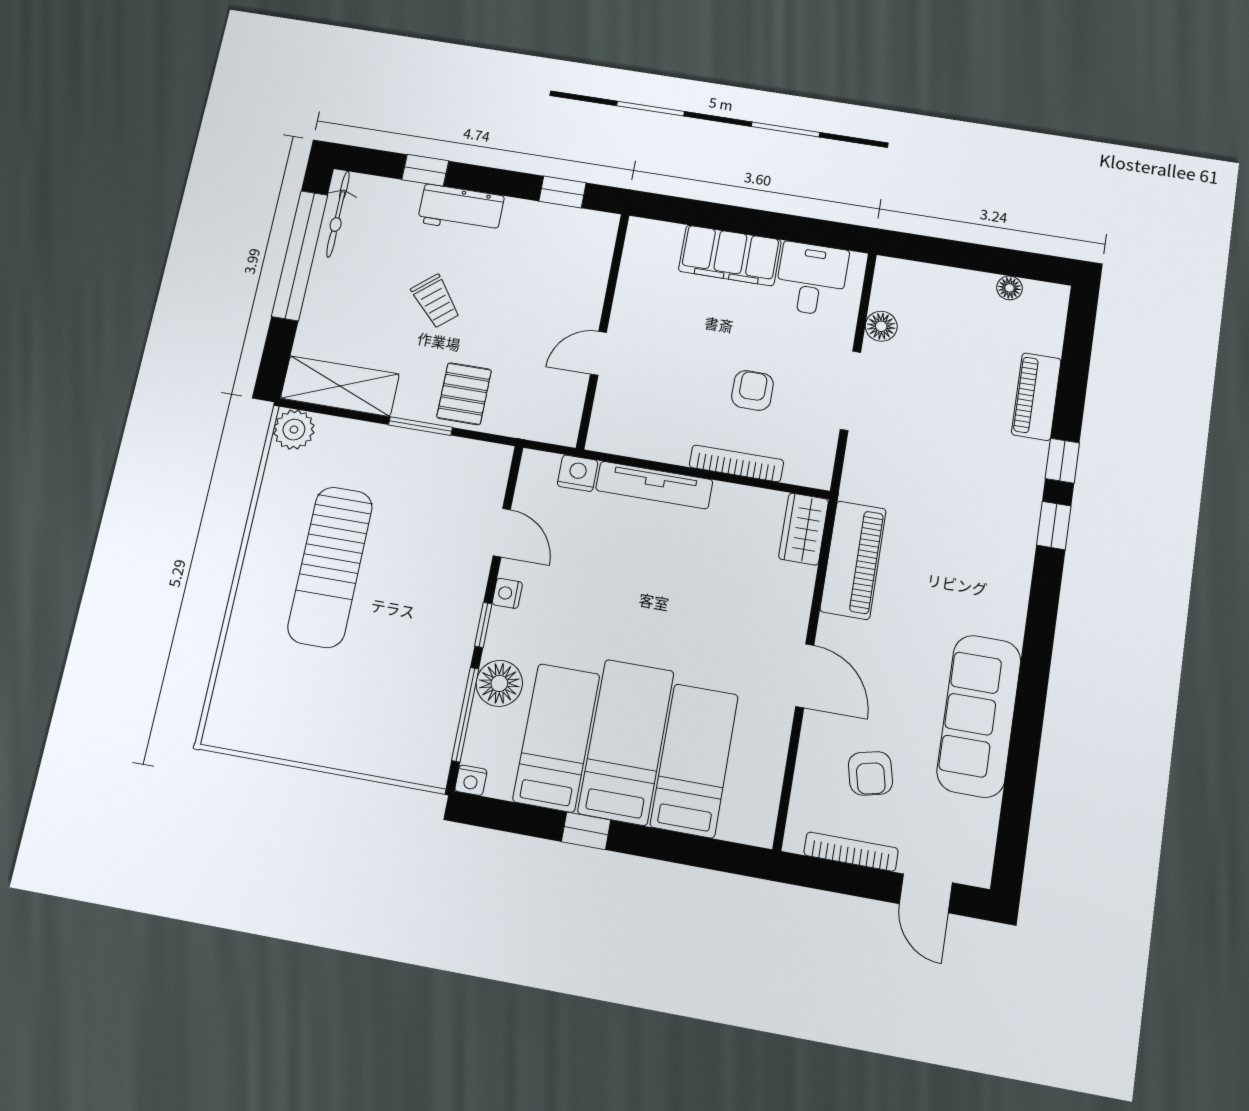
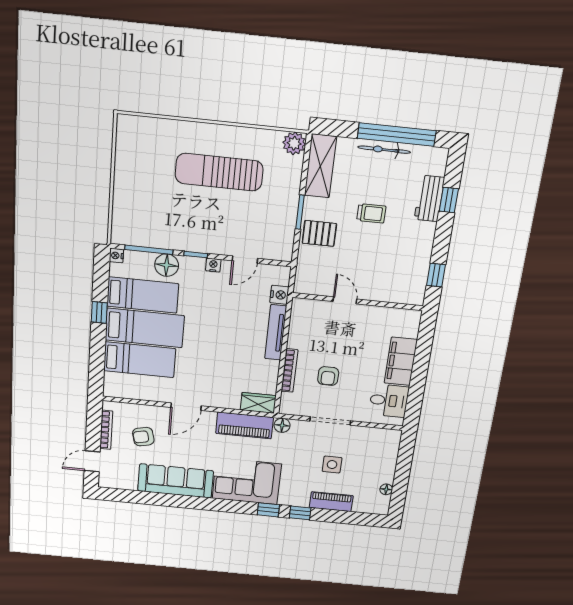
workbench: (461, 209) -> (429, 199), moved
bicycle: (338, 214) -> (384, 150), moved
trolley: (436, 301) -> (371, 213), turned -140
floor lamp: (881, 326) -> (282, 425), moved
armchair: (752, 390) -> (328, 376), turned 90
side table: (949, 391) -> (332, 465), added
corner sofa: (984, 565) -> (247, 481), added

